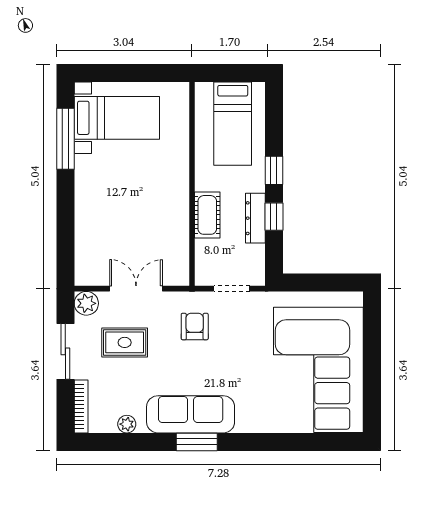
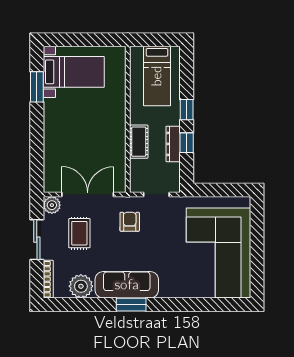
window: (65, 139) -> (37, 87), width x0.69
double door: (136, 289) -> (88, 195), width x1.37
rug: (125, 342) -> (79, 233), turned 90
plant: (127, 424) -> (81, 286), width x1.88, depth x1.88

